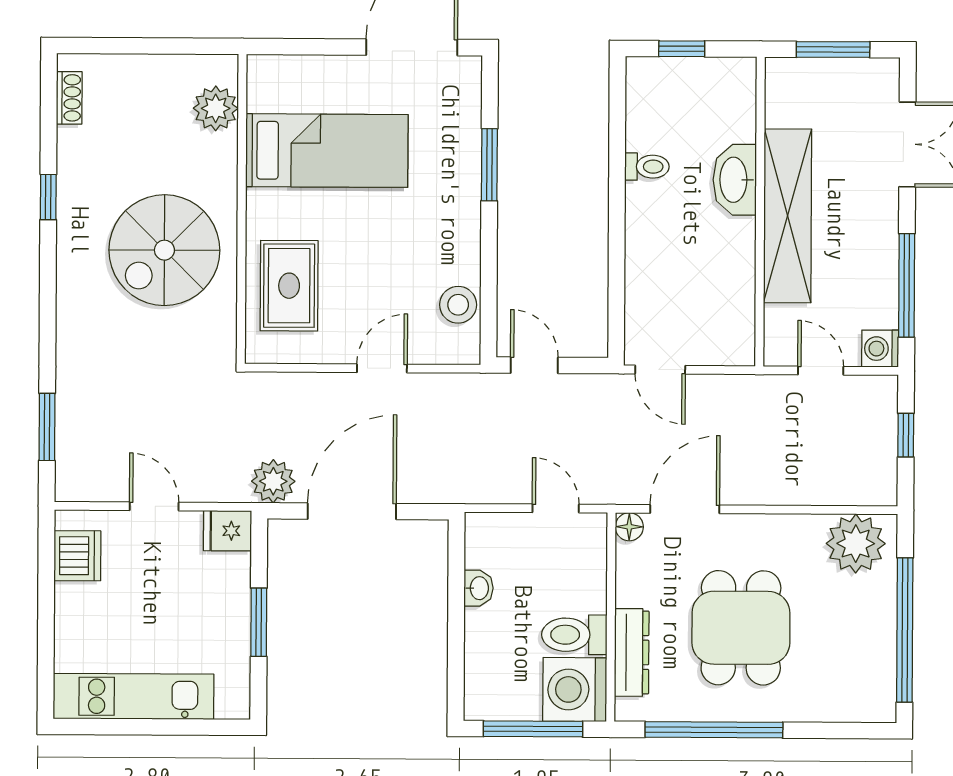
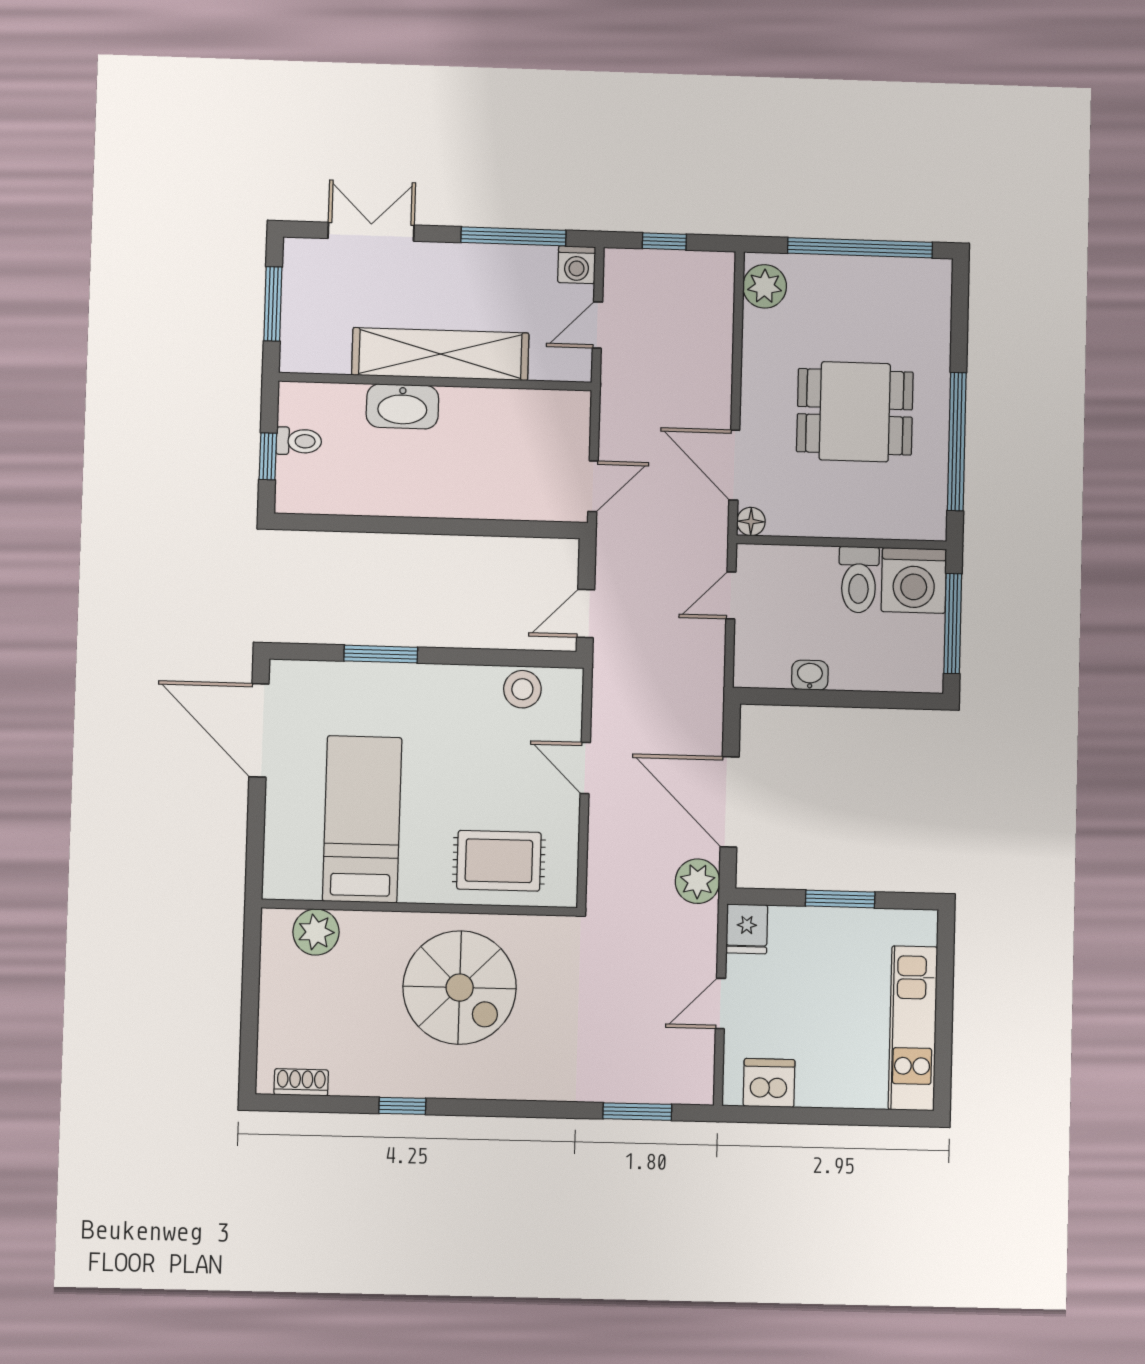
toilet: (647, 167) -> (299, 441), moved, turned 90
plant: (856, 544) -> (765, 286), width x0.73, depth x0.73
dresser: (632, 652) -> (878, 522), removed

